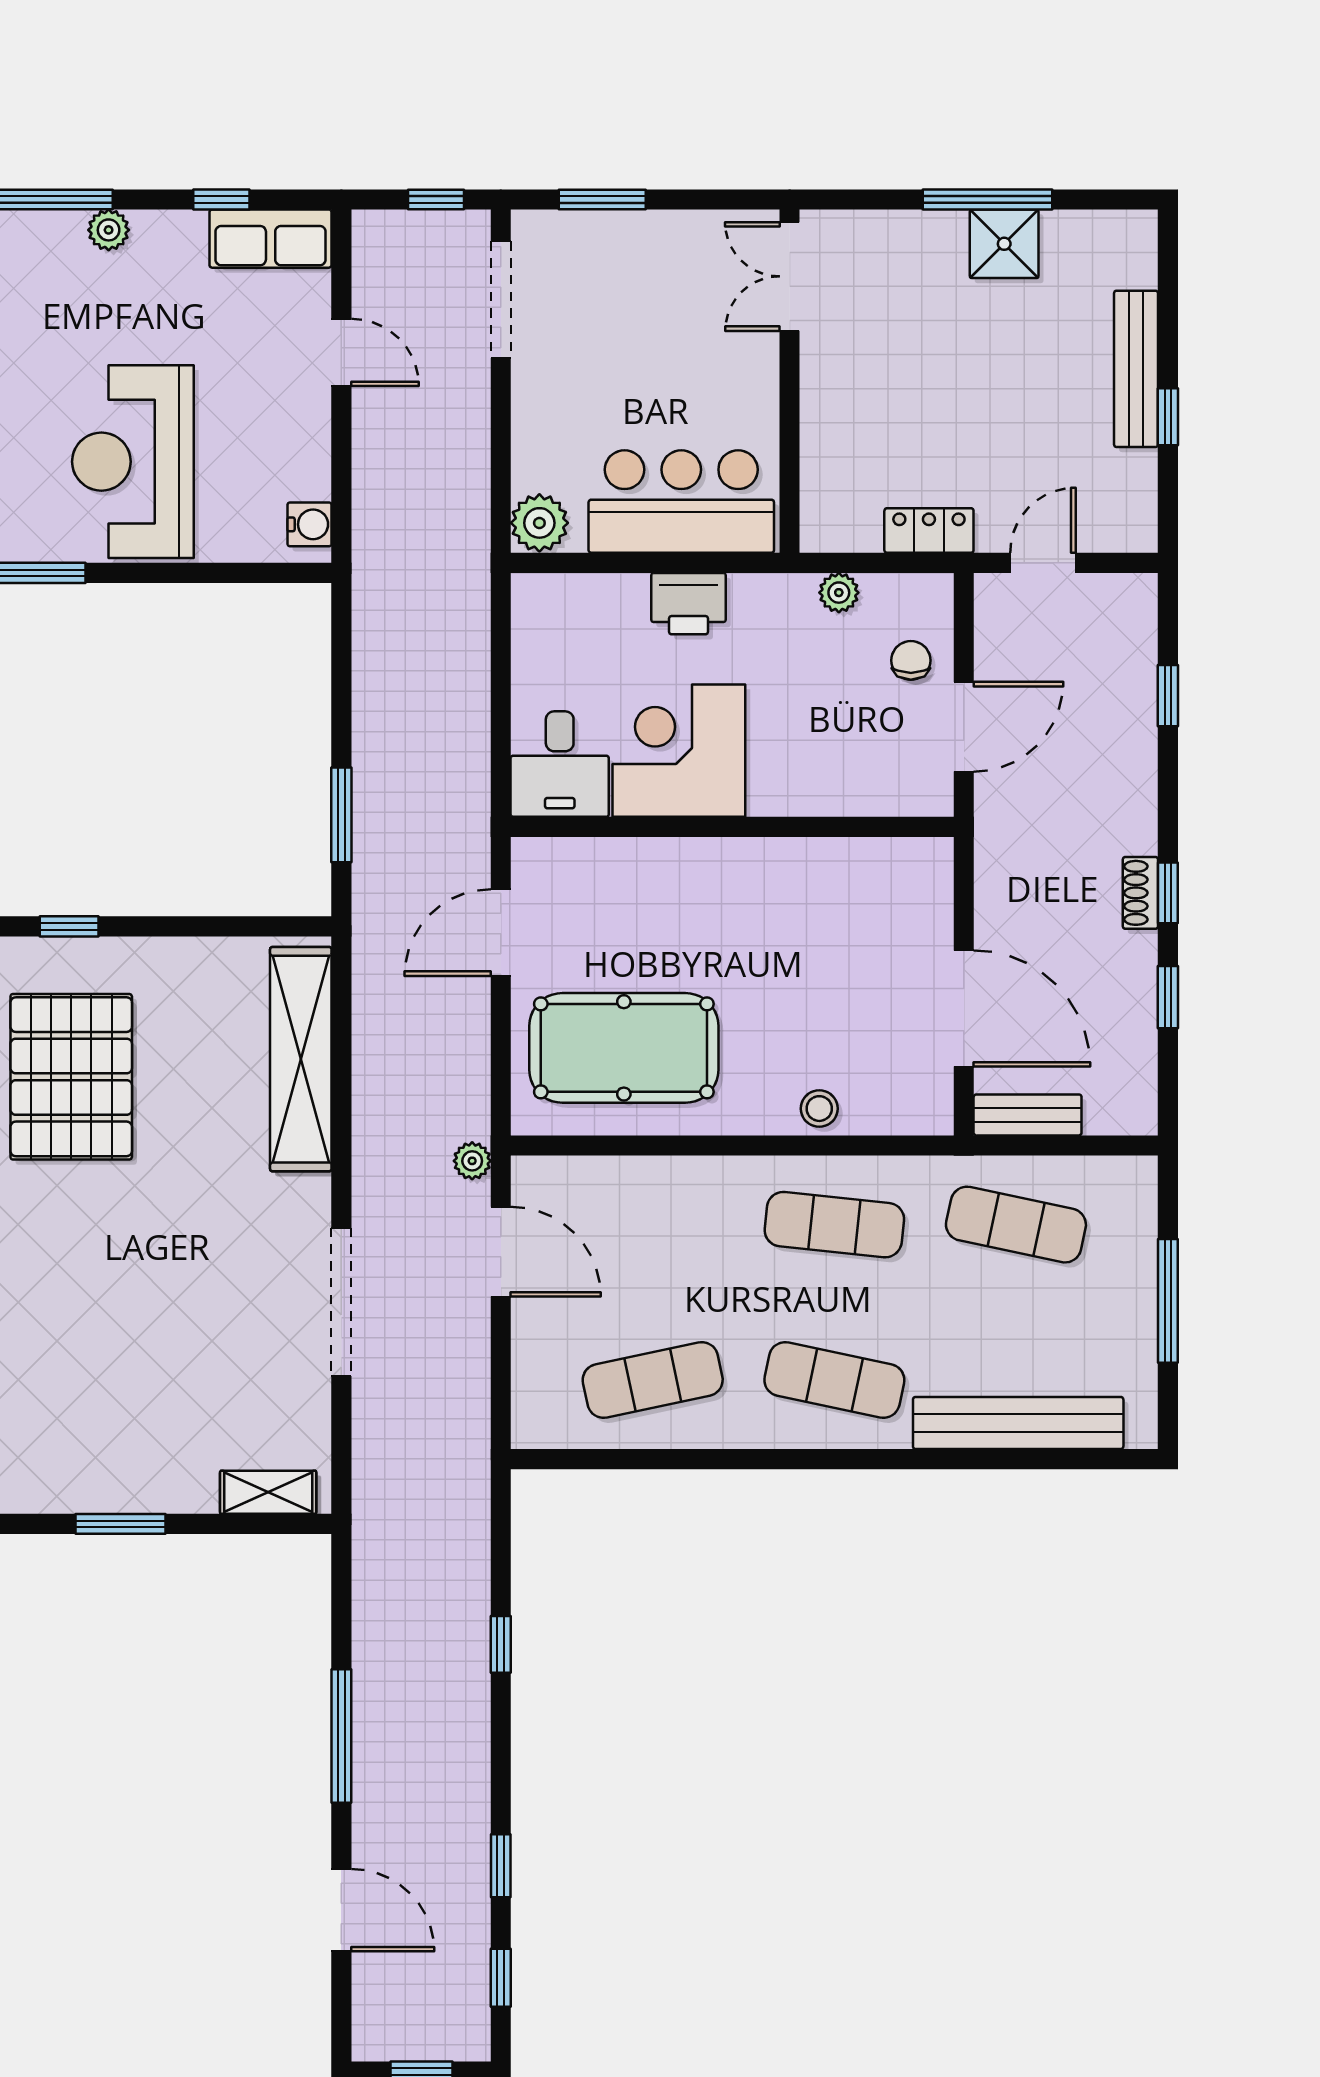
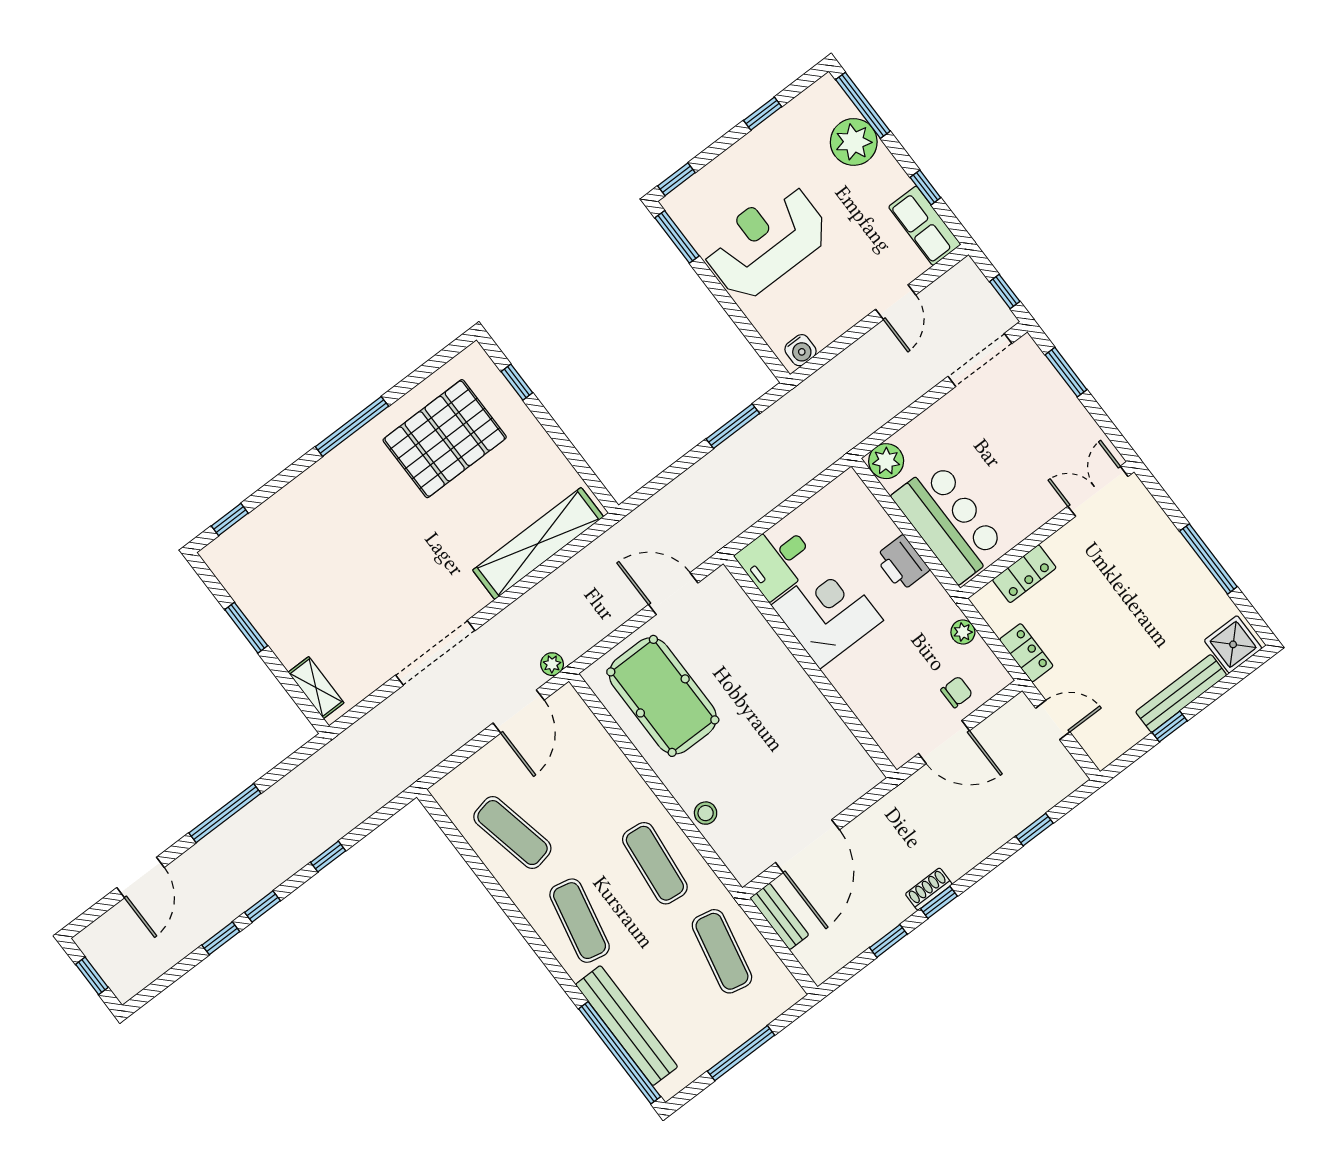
plant: (109, 230) -> (854, 142), width x1.88, depth x1.88
shower: (1004, 244) -> (1233, 644), moved
locker: (824, 455) -> (1024, 574), added
window: (341, 815) -> (733, 426), moved
window: (1047, 1459) -> (620, 1053), added
window: (501, 1978) -> (262, 907), moved

